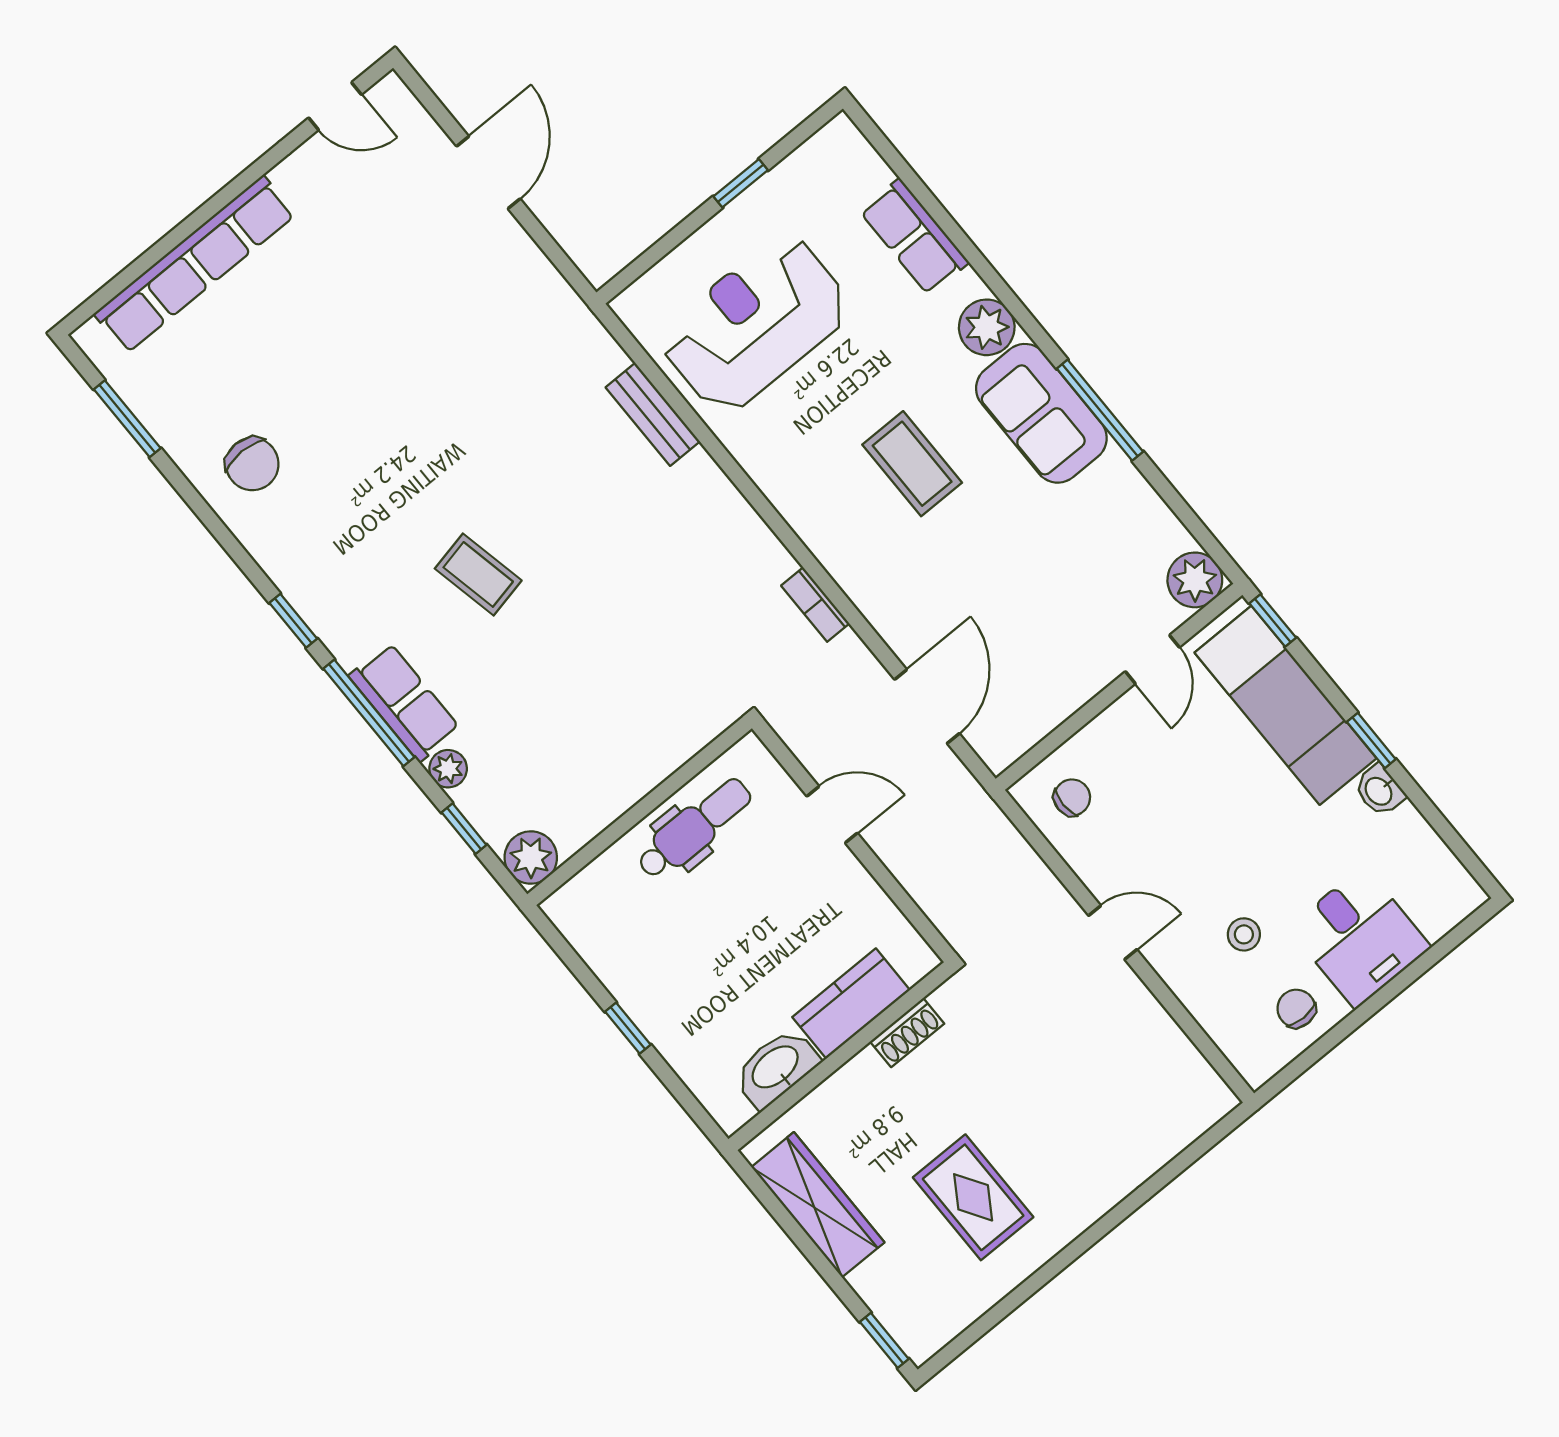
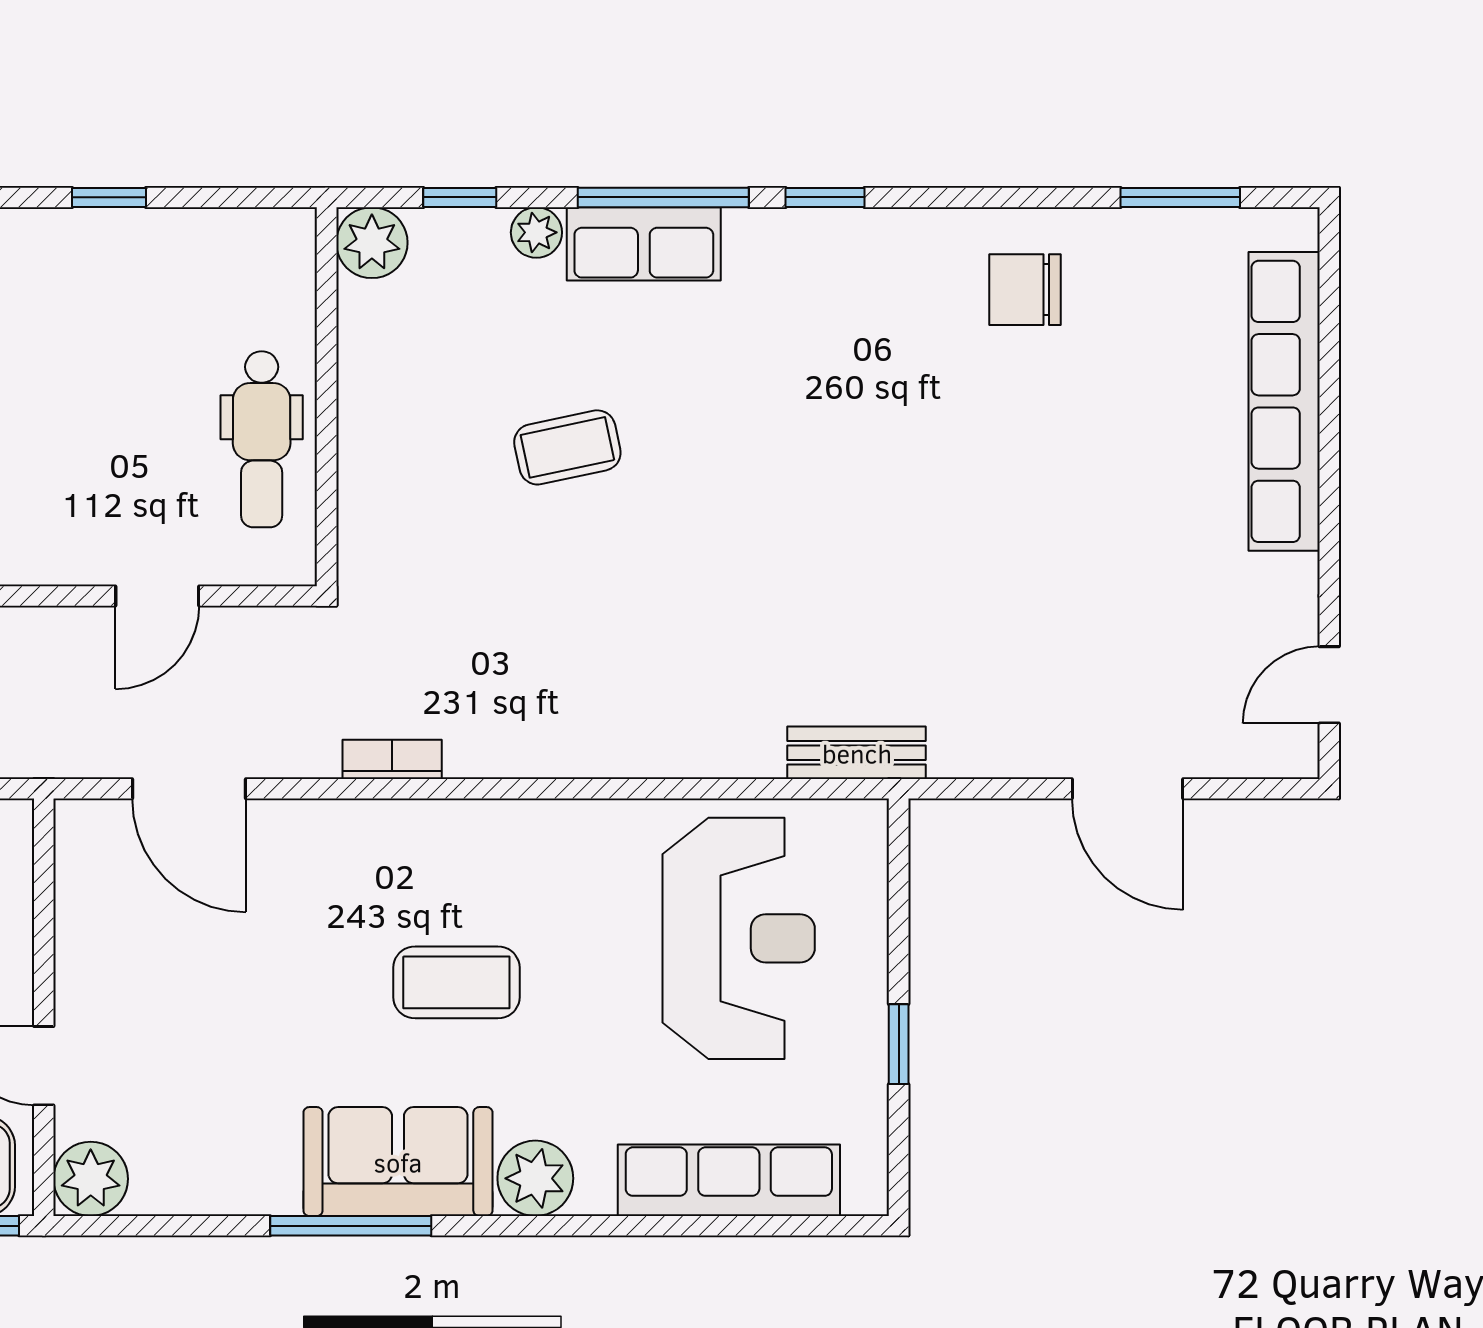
row of seats: (914, 237) -> (729, 1180), width x1.48
bench: (653, 414) -> (857, 753), moved
coffee table: (478, 574) -> (567, 447), moved

